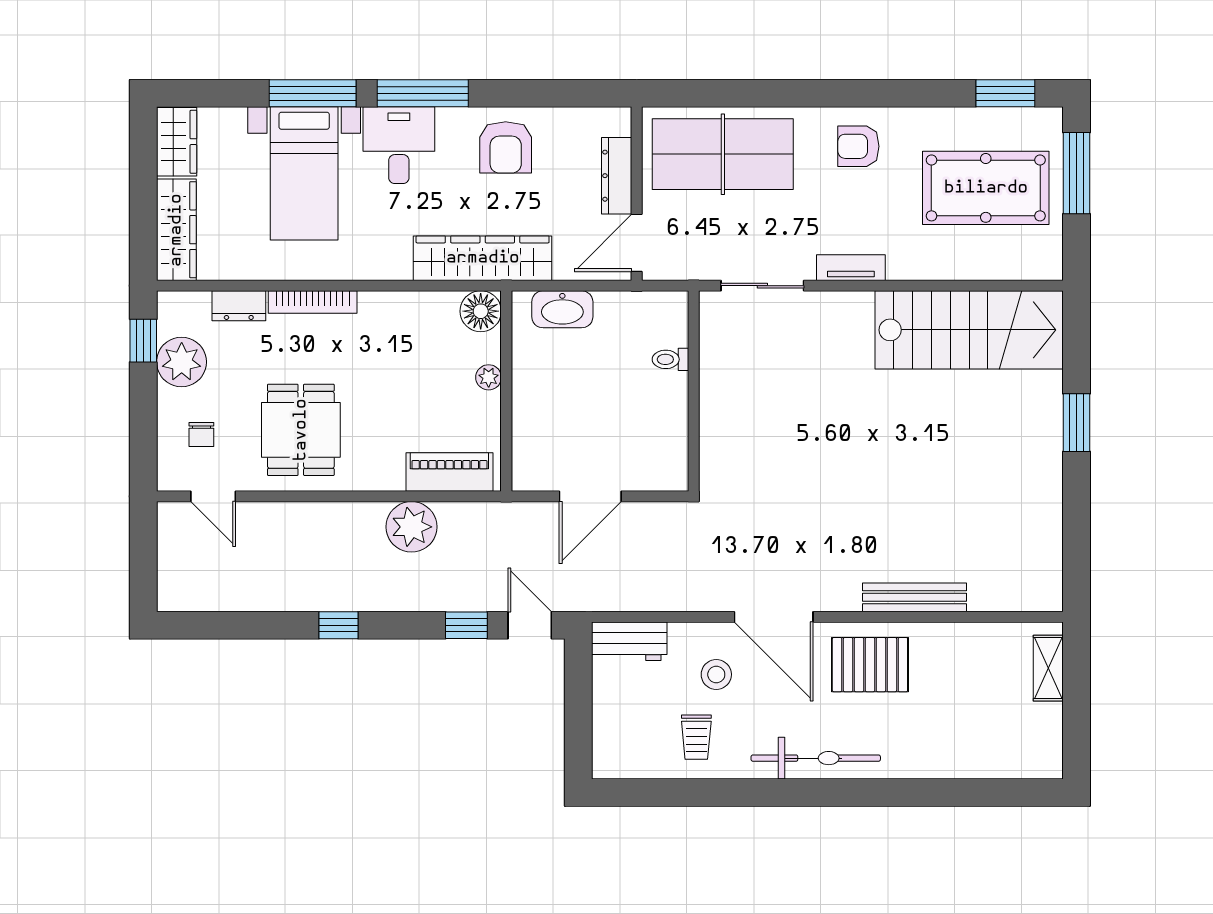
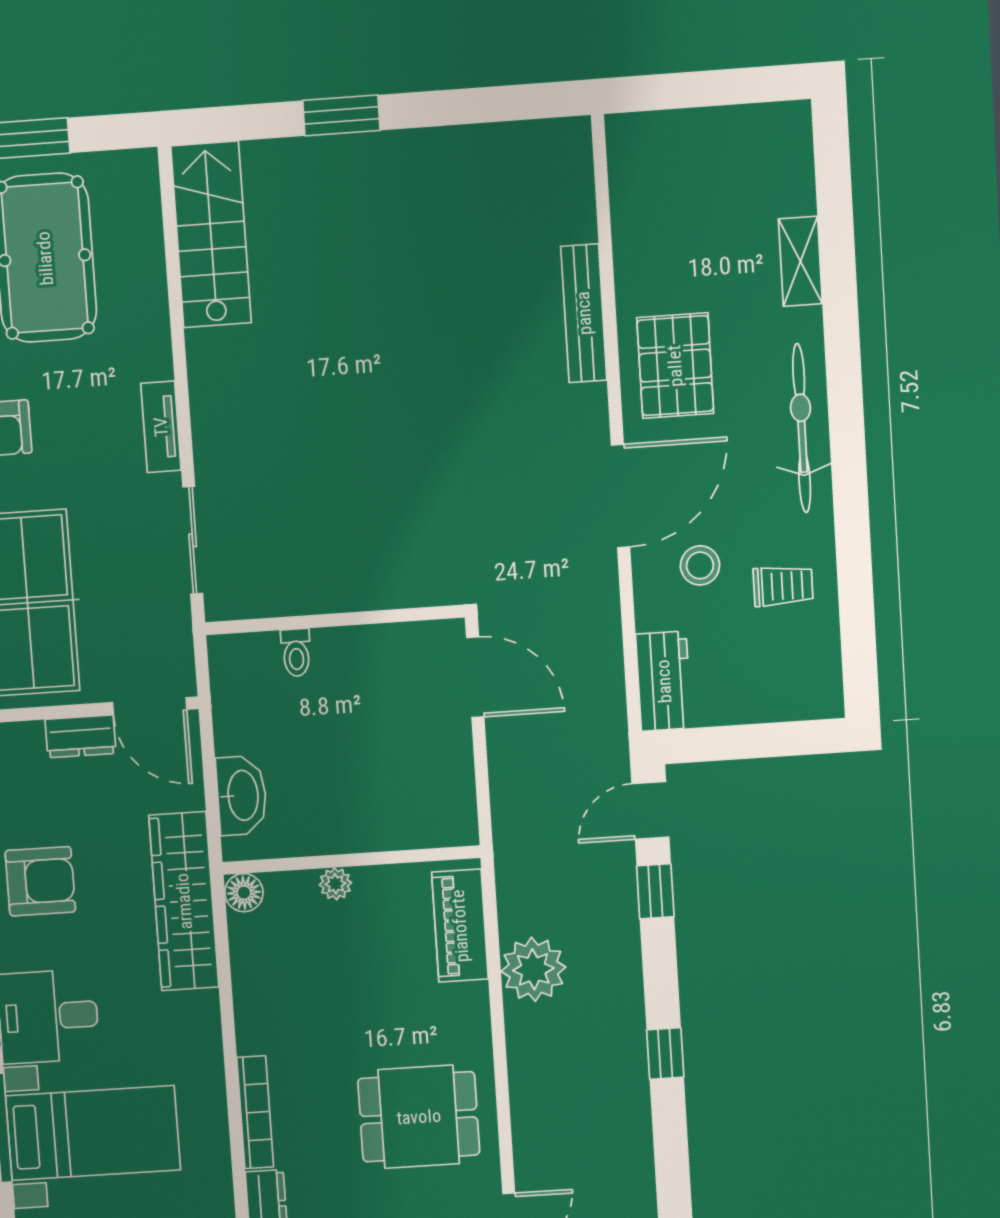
dresser: (617, 176) -> (80, 736), width x0.70
floor lamp: (481, 311) -> (244, 893), width x0.73, depth x0.73
stairs: (969, 330) -> (211, 234), width x0.73, depth x0.66
door: (590, 496) -> (475, 677), moved
shelving: (1048, 668) -> (800, 261), moved, turned 90

